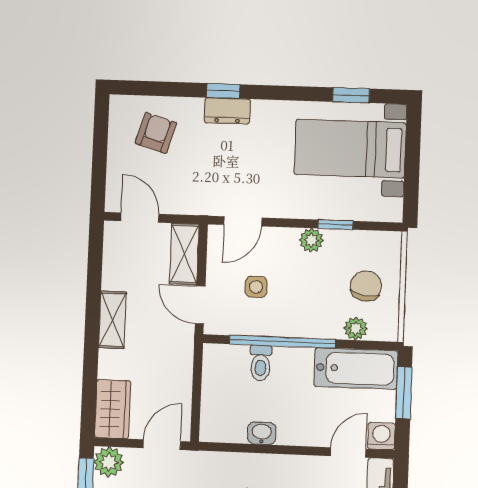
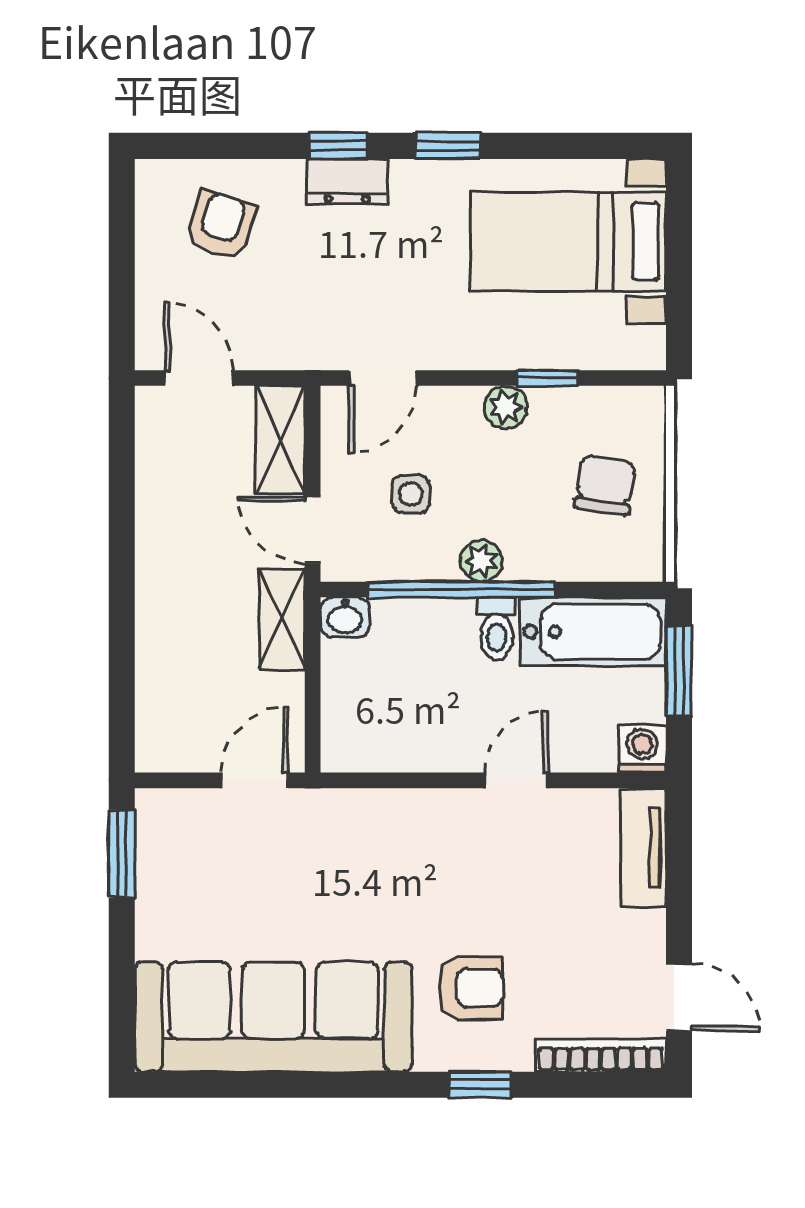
window: (351, 95) -> (448, 146), moved
shelving: (112, 320) -> (282, 619), moved
plant: (356, 328) -> (481, 561), moved
toilet: (261, 363) -> (497, 629), moved
wardrobe: (113, 409) -> (165, 721), removed
washbasin: (262, 433) -> (345, 617), moved, turned 180
door: (348, 452) -> (516, 780), moved
plant: (109, 462) -> (162, 815), removed

